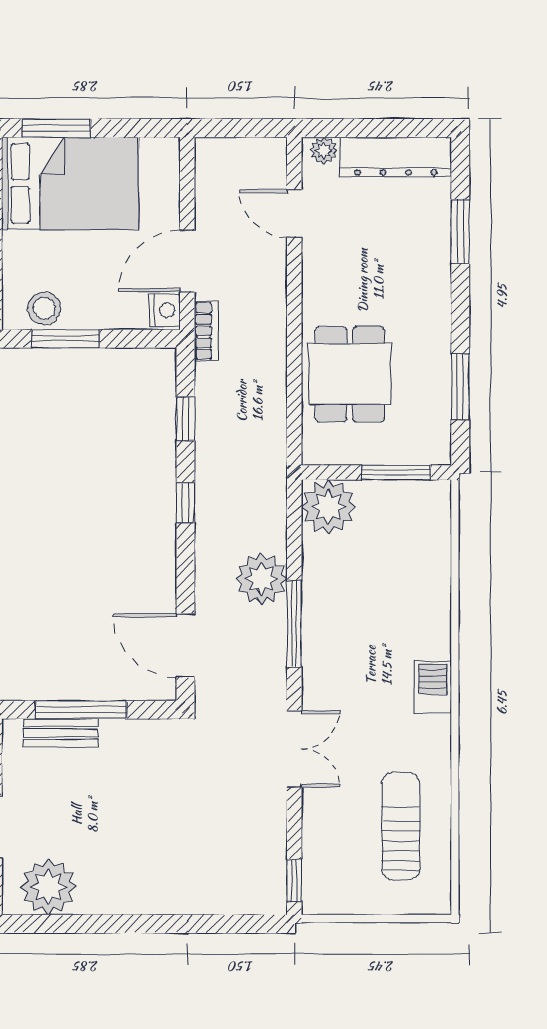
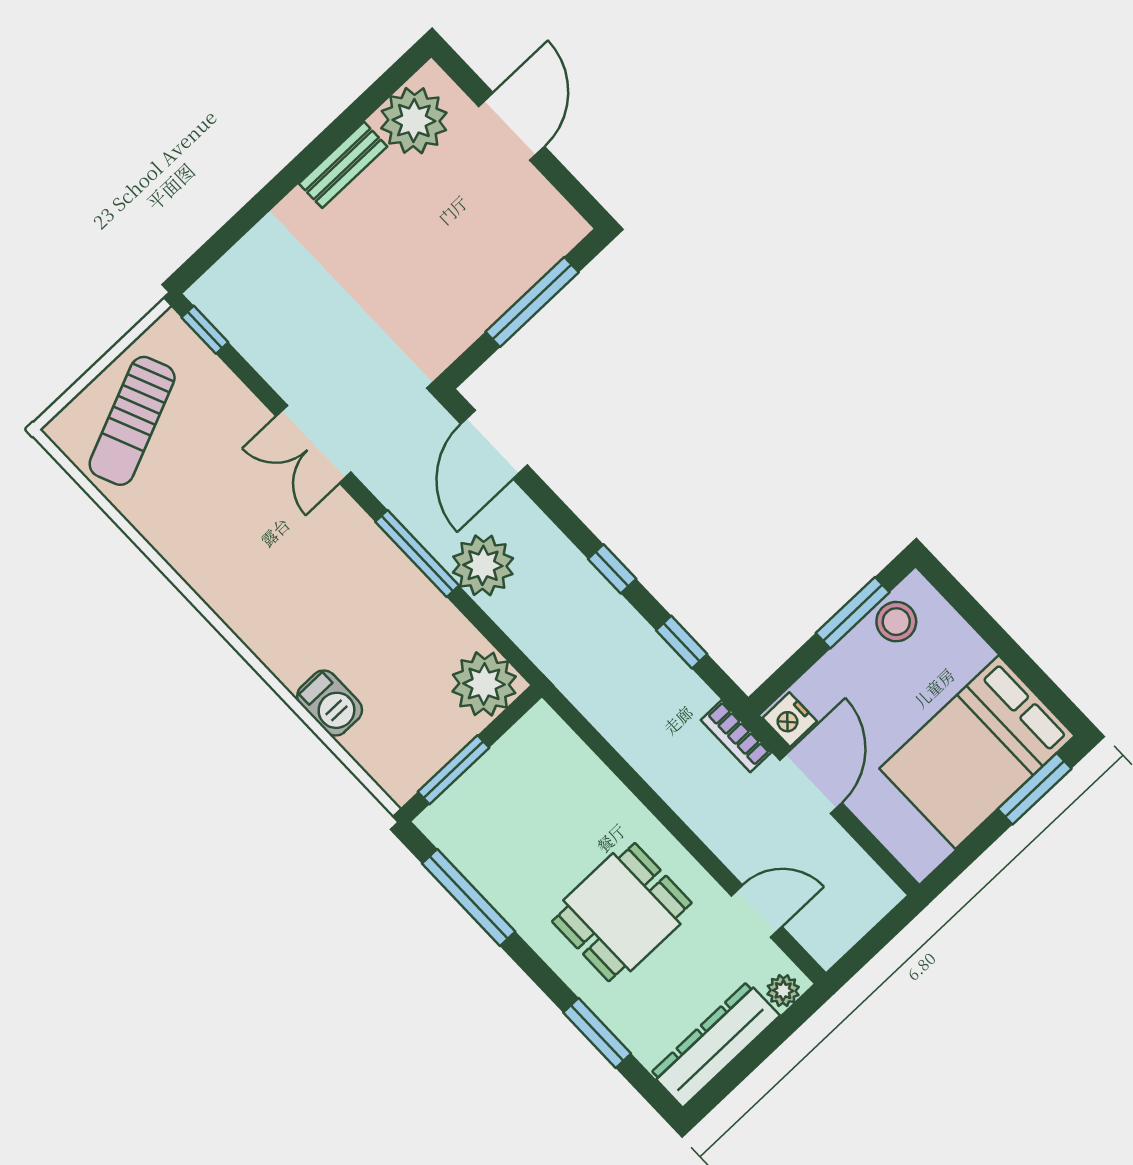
dining table: (350, 374) -> (622, 912), moved, turned 90
window: (460, 387) -> (469, 897), width x1.44
door: (185, 645) -> (494, 445), swing flipped
barbecue: (433, 687) -> (330, 703), moved
bench: (61, 733) -> (343, 165), moved
sun lounger: (401, 826) -> (132, 421), moved, turned 67

